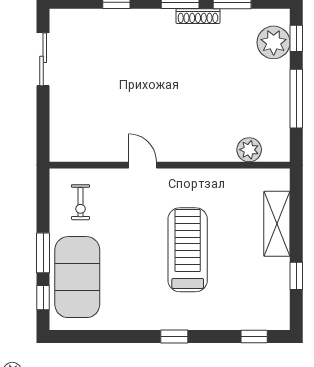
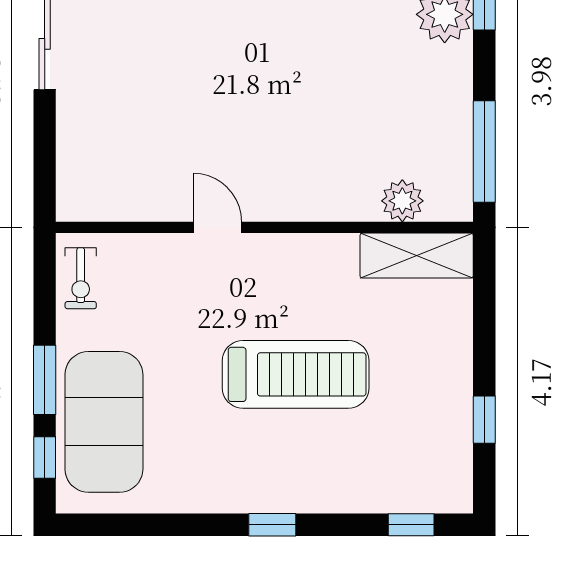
window: (296, 99) -> (484, 151), moved
exercise bike: (81, 202) -> (81, 278), moved
shelving: (277, 224) -> (417, 256), moved, turned 90
treadmill: (188, 250) -> (296, 374), turned 90

